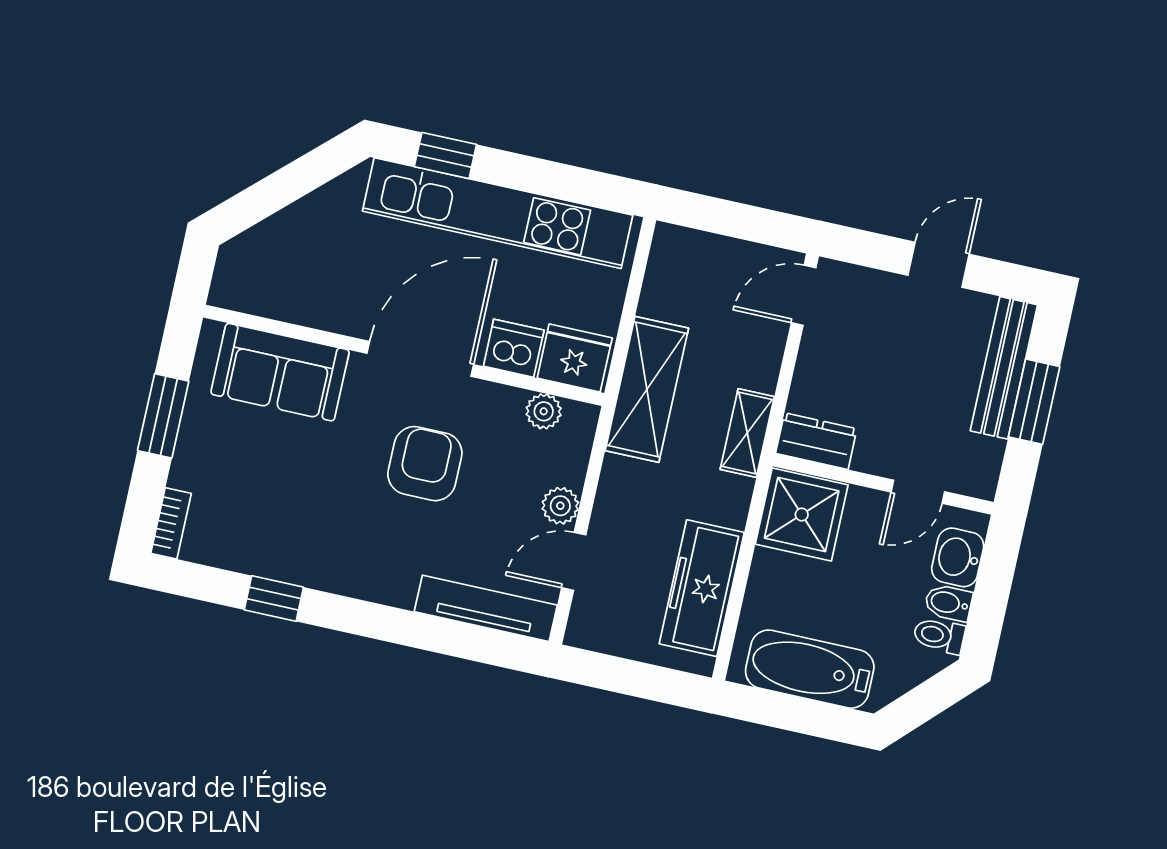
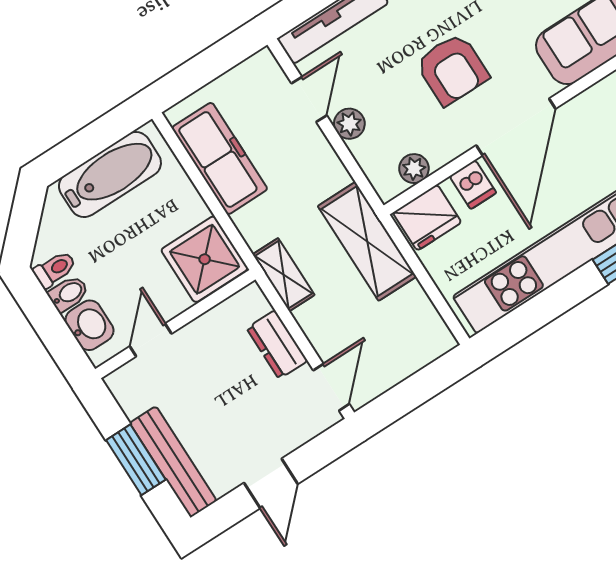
dishwasher: (514, 348) -> (473, 185), width x0.73
dresser: (816, 441) -> (277, 345), moved, turned 90

